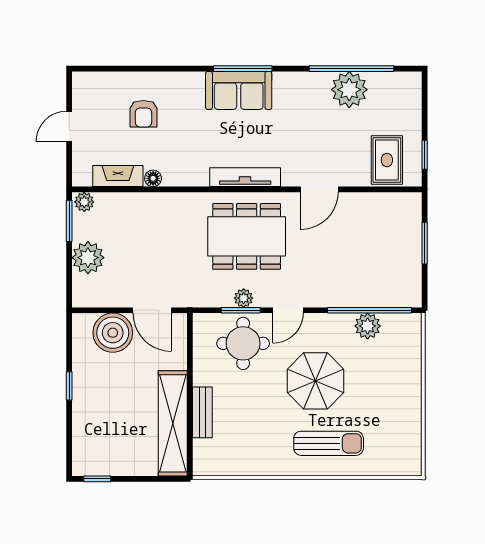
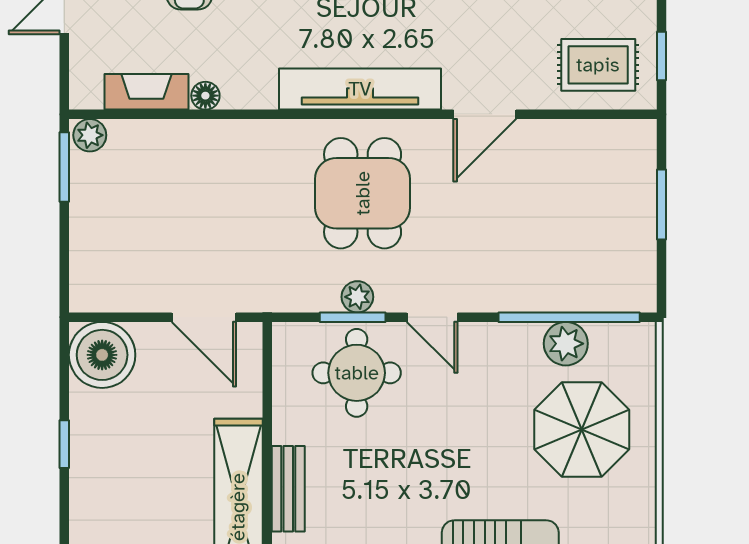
rug: (387, 160) -> (598, 65), turned 90
tv unit: (245, 177) -> (360, 89), width x1.36, depth x1.29
dining table: (247, 236) -> (363, 193), width x0.73
plant: (88, 258) -> (96, 229), removed
door: (288, 310) -> (432, 317), hinge flipped
boiler: (113, 333) -> (102, 355), moved
parasol: (315, 381) -> (582, 430), moved

